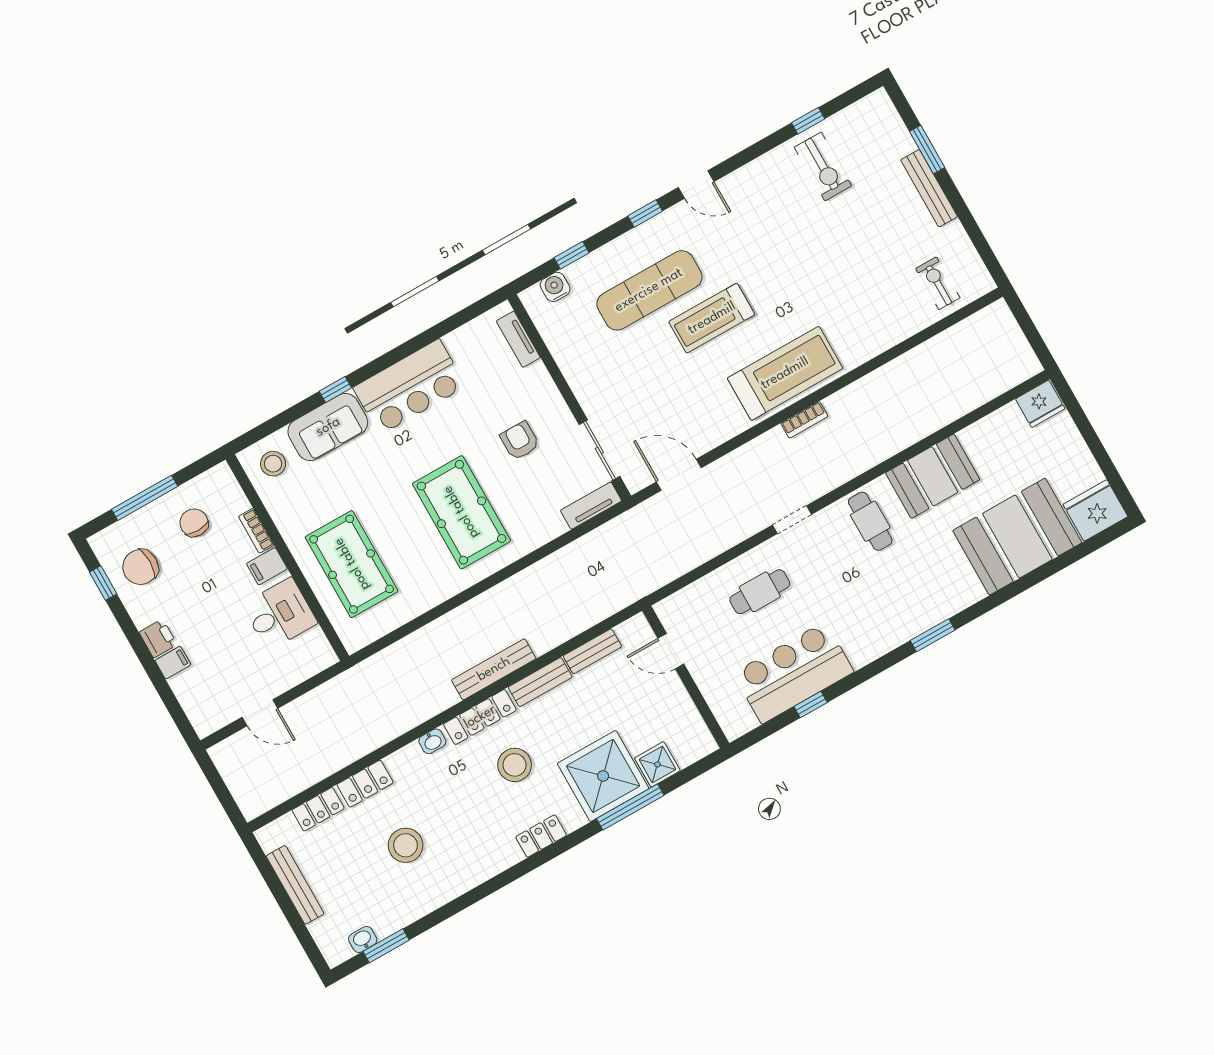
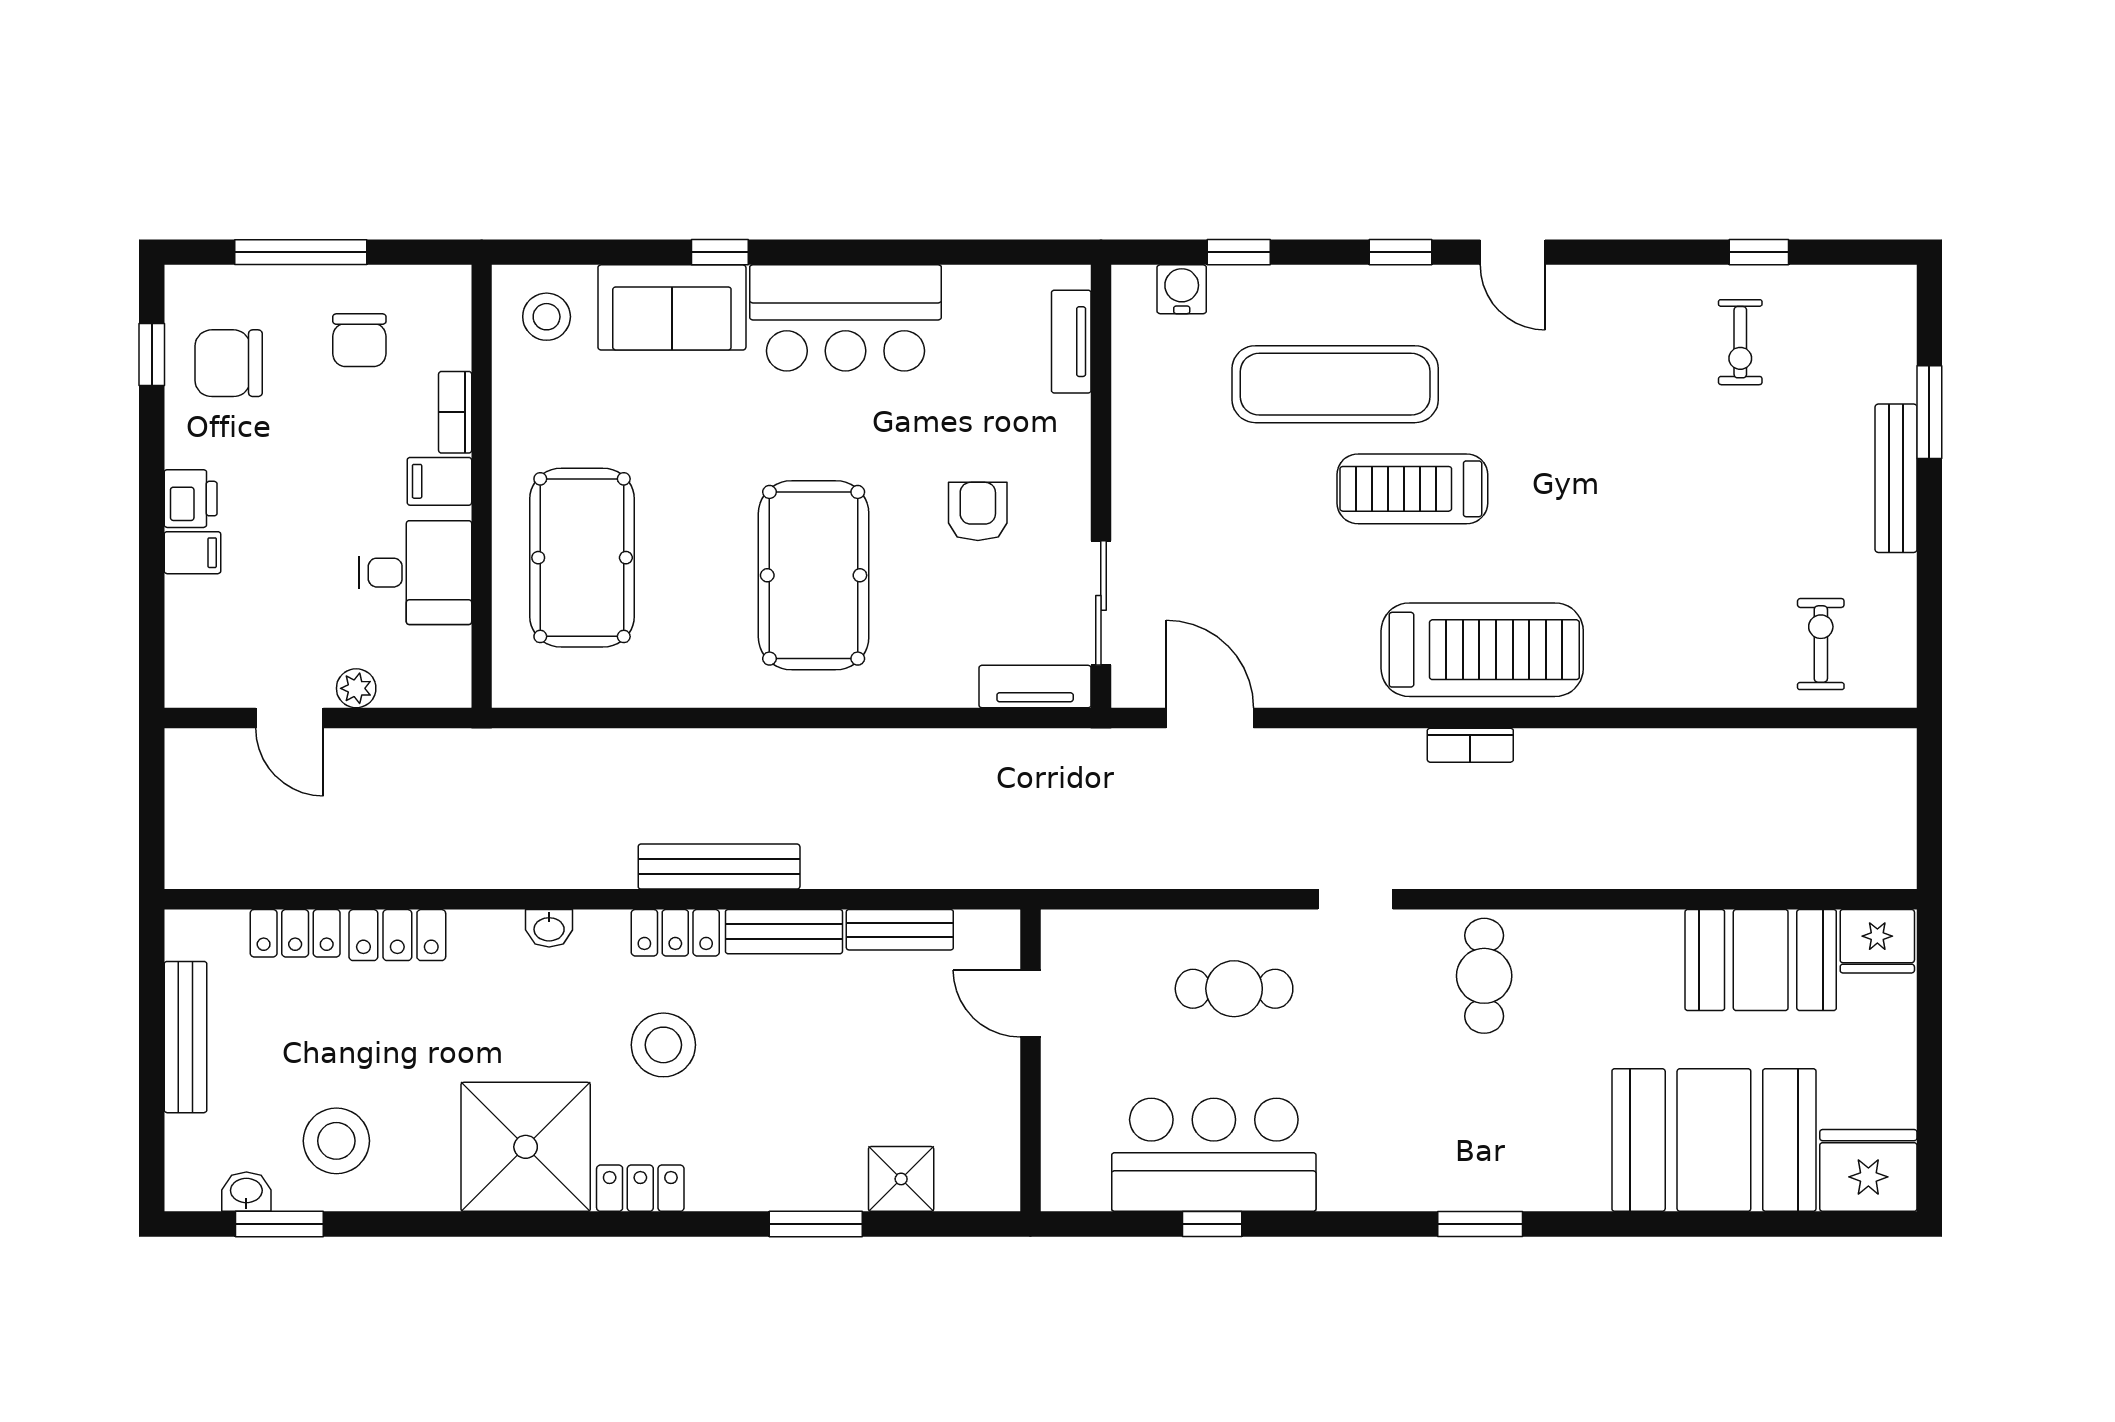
exercise bike: (823, 167) -> (1740, 342), width x0.73, depth x0.72
booth: (933, 476) -> (1761, 960), moved
chair: (194, 523) -> (359, 340), turned 180
plant: (283, 682) -> (356, 688), added
locker: (480, 717) -> (675, 933), width x0.66
shower: (603, 776) -> (526, 1147), moved
window: (630, 807) -> (816, 1224), width x0.69
stool: (406, 845) -> (336, 1141), moved

